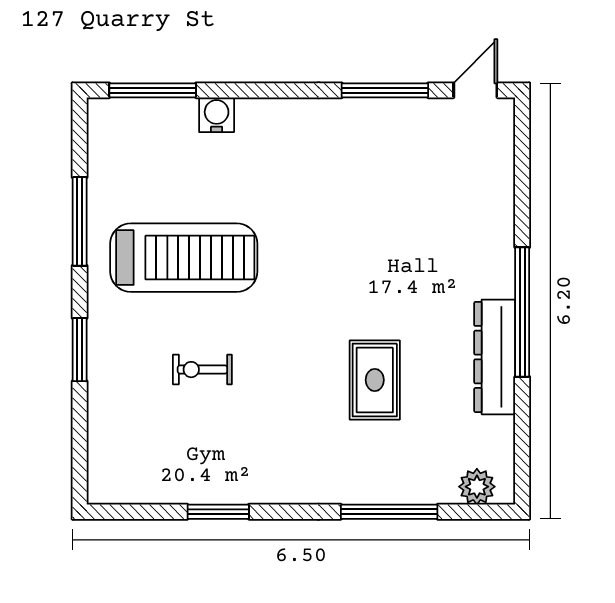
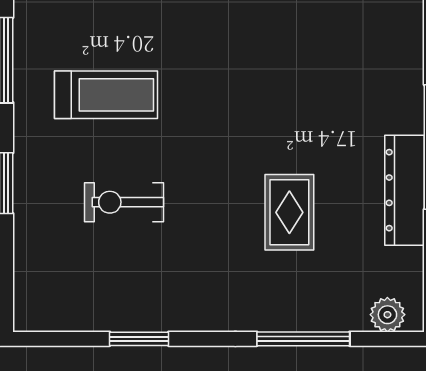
treadmill: (184, 258) -> (106, 95), width x0.73, depth x0.73
exercise bike: (202, 370) -> (124, 202), width x1.38, depth x1.39

